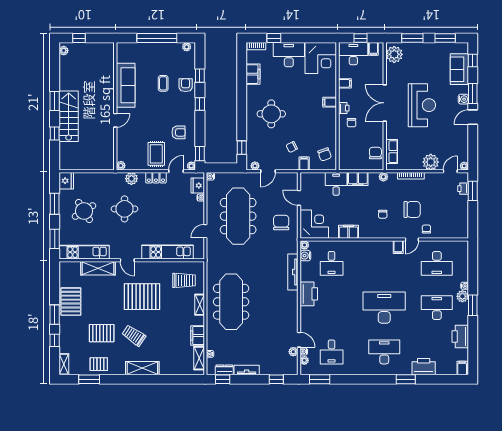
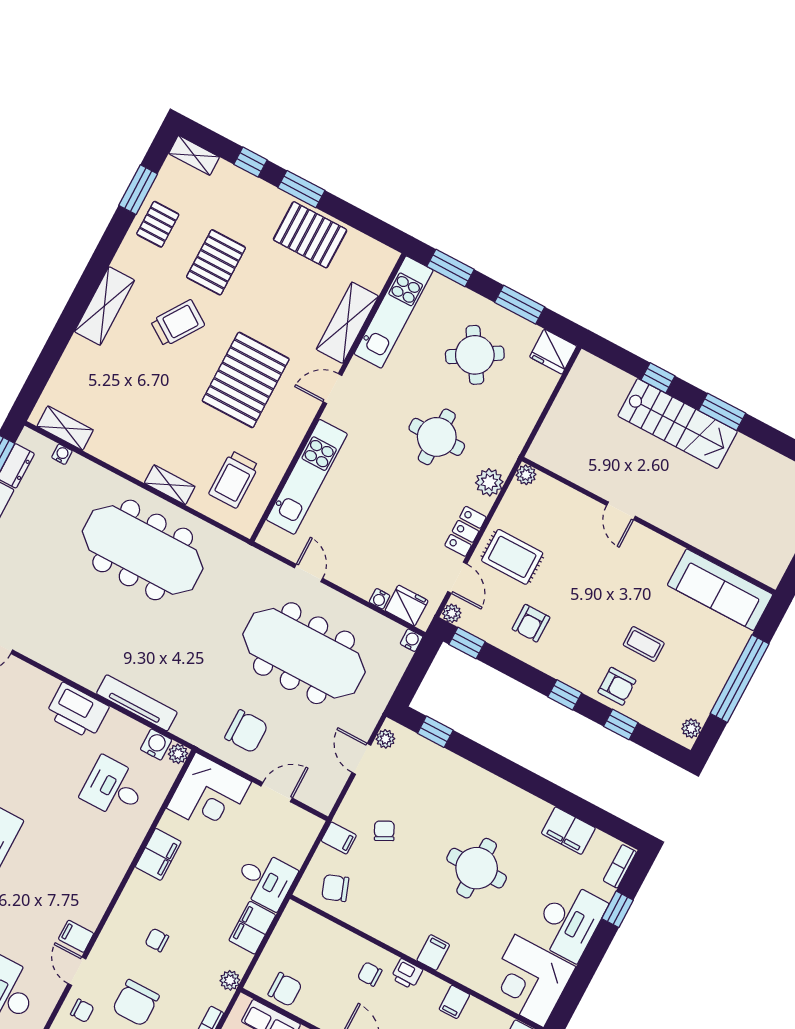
sofa: (126, 85) -> (720, 590), moved
round table: (271, 114) -> (477, 868), moved
filing cabinet: (198, 336) -> (111, 449), removed

